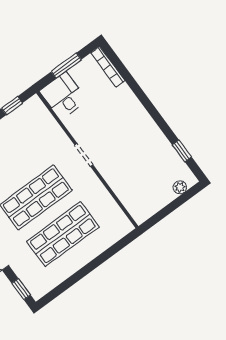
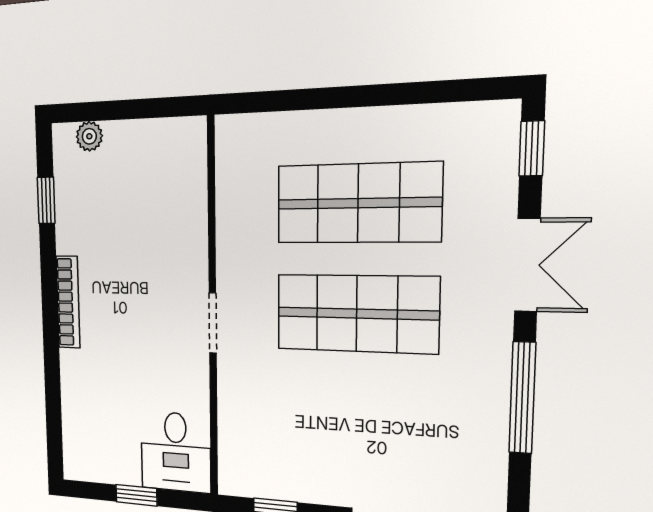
window: (66, 66) -> (136, 495), width x0.67
bookcase: (108, 67) -> (68, 302), moved

